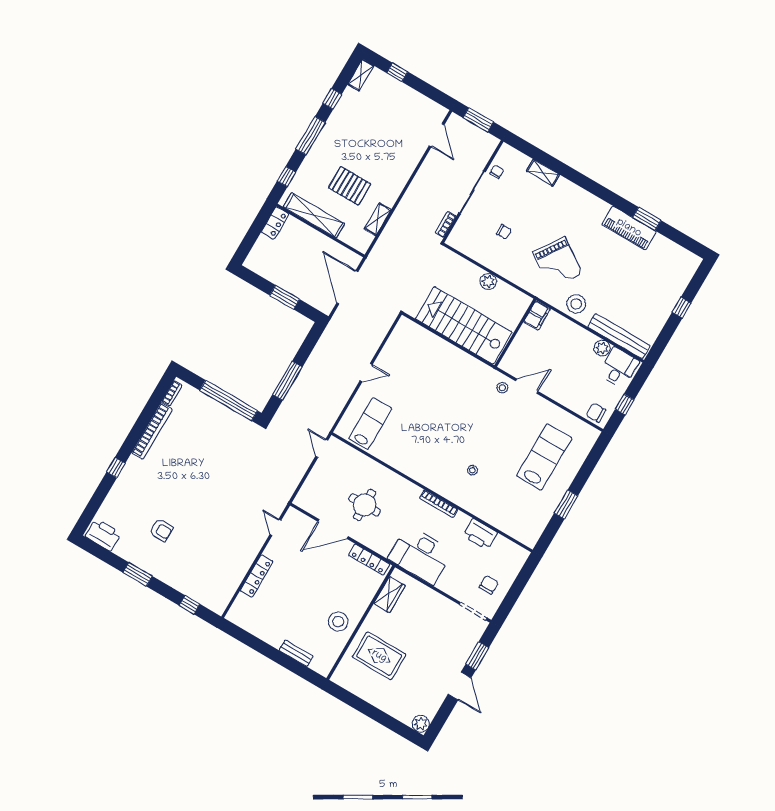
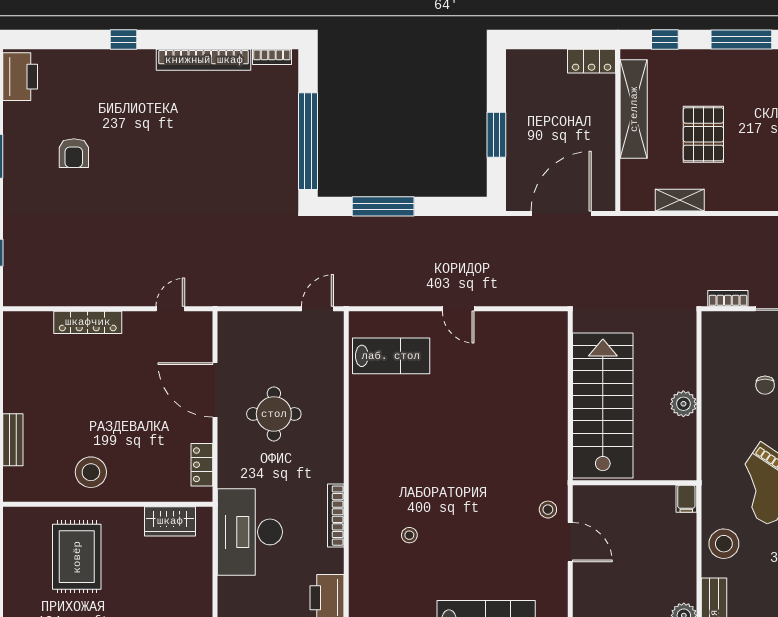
filing cabinet: (537, 315) -> (686, 499), width x0.50
locker: (369, 560) -> (202, 465), width x0.66

